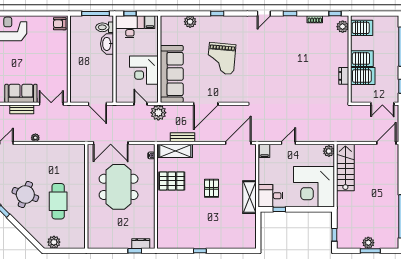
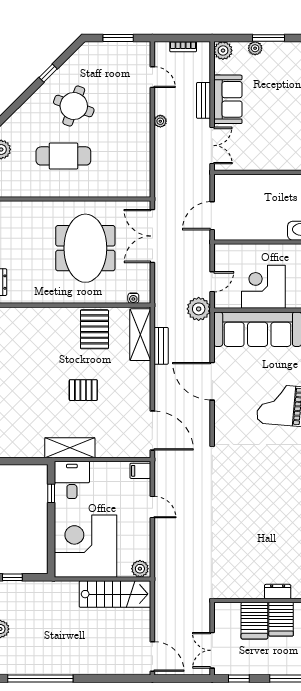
dresser: (344, 76) -> (278, 592), moved
meeting table: (119, 187) -> (85, 248), turned 90

